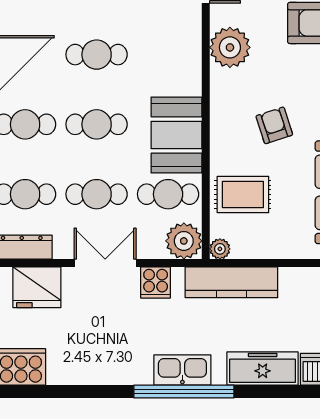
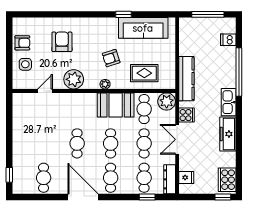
rug: (243, 195) -> (144, 73), turned 90
plant: (220, 249) -> (105, 84), moved
fridge: (37, 287) -> (186, 177), width x0.53, depth x0.75
freezer: (263, 368) -> (228, 134), moved
window: (184, 391) -> (239, 72), moved

